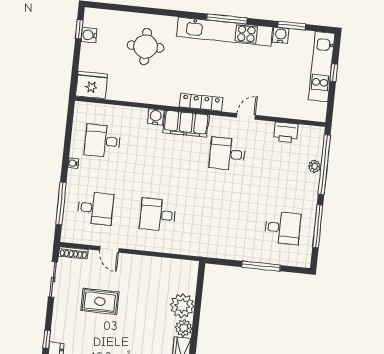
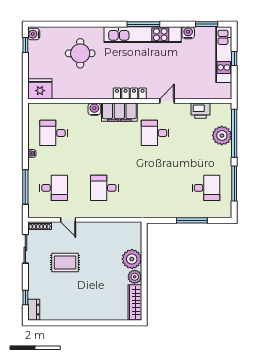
window: (292, 26) -> (207, 24), moved
water cooler: (89, 35) -> (34, 34), moved
plant: (314, 166) -> (222, 136), width x1.88, depth x1.88

